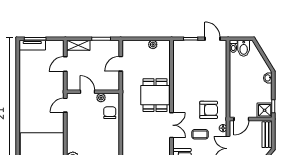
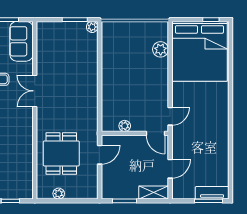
door: (121, 64) -> (100, 155), moved
door: (87, 92) -> (156, 133), moved
dining table: (155, 95) -> (61, 153), moved
chair: (110, 113) -> (113, 107), removed

